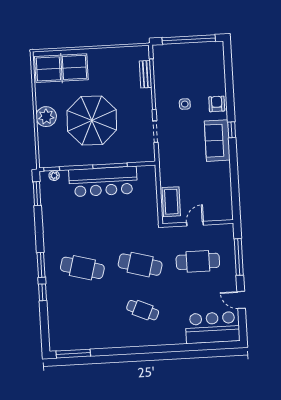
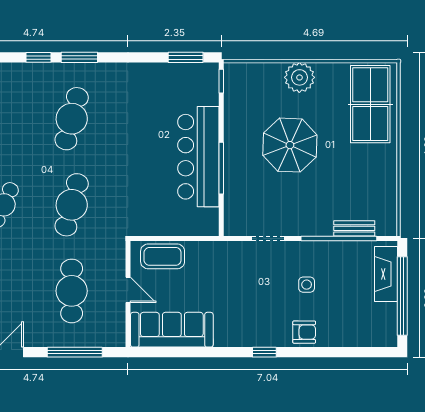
fireplace: (175, 51) -> (386, 274), added
parasol: (92, 120) -> (290, 145), width x0.73, depth x0.73
sofa: (217, 141) -> (172, 330), moved, width x1.36
plant: (54, 176) -> (211, 84), removed

